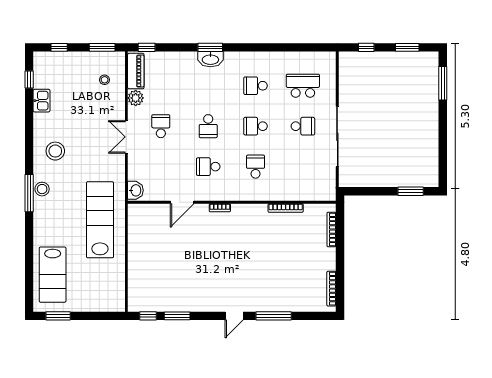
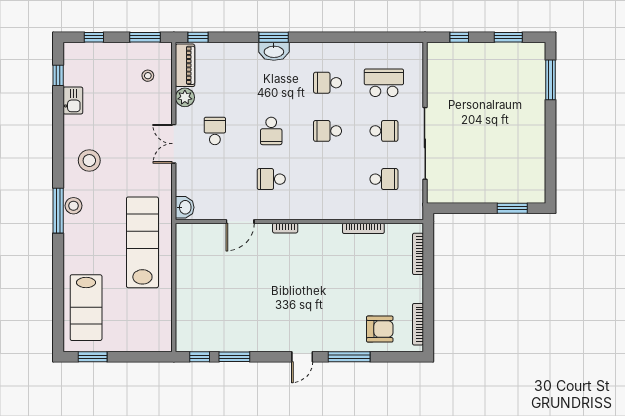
school desk: (256, 167) -> (384, 179), moved, turned 90
armchair: (299, 293) -> (380, 329), added

